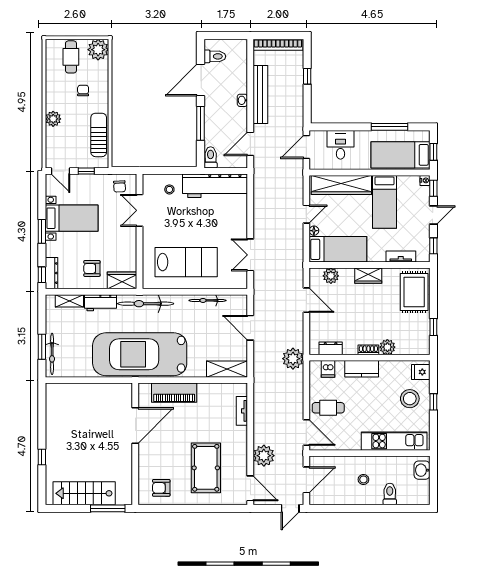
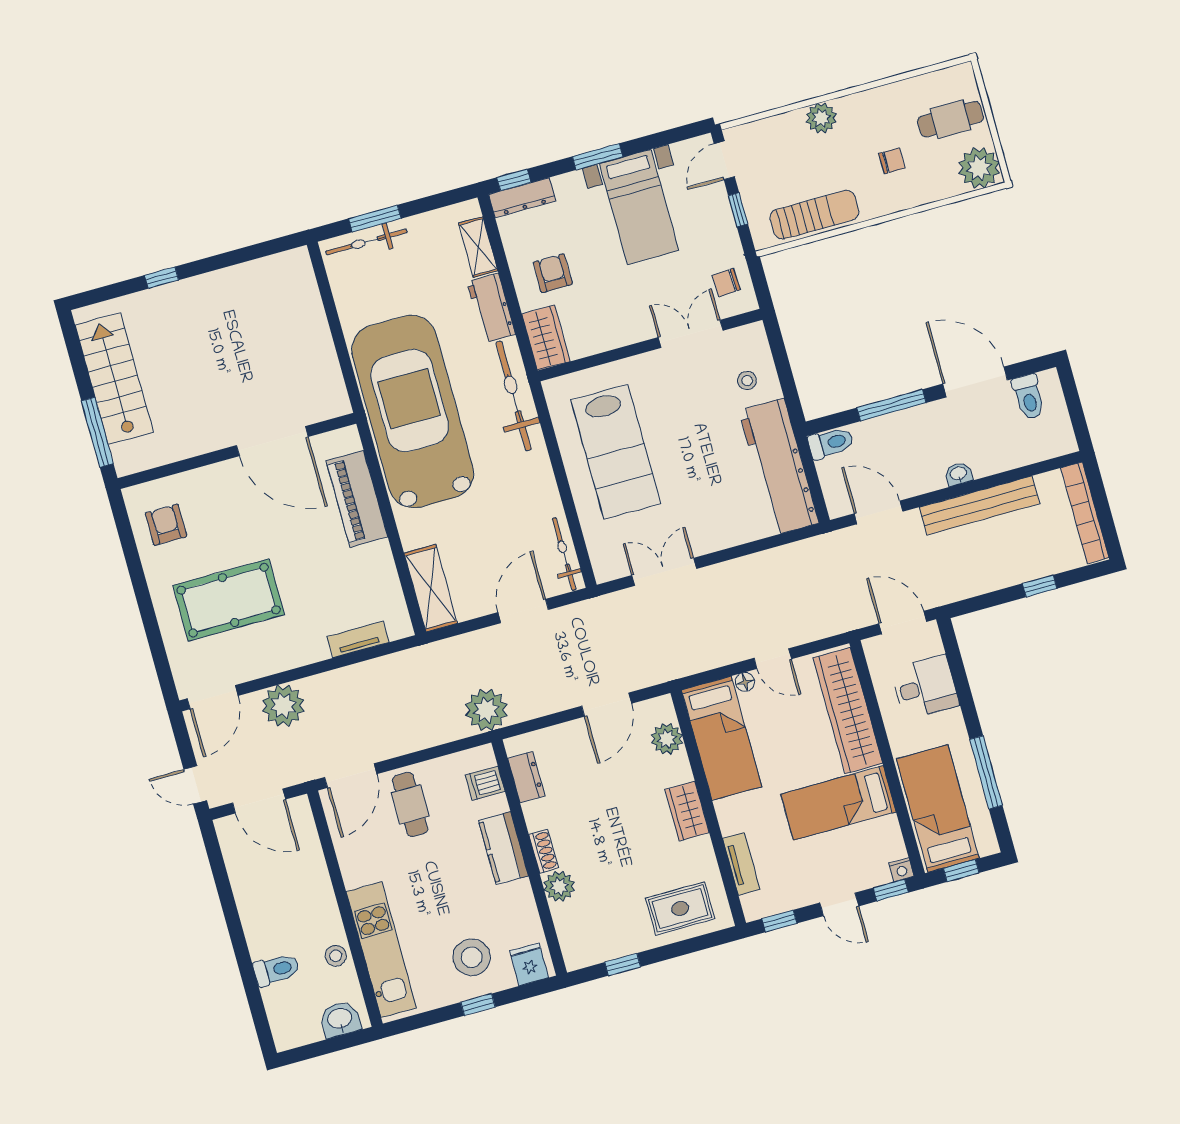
rug: (414, 292) -> (680, 908), width x0.73, depth x0.70
bicycle: (207, 300) -> (564, 554), moved
stool: (363, 479) -> (336, 956), moved

